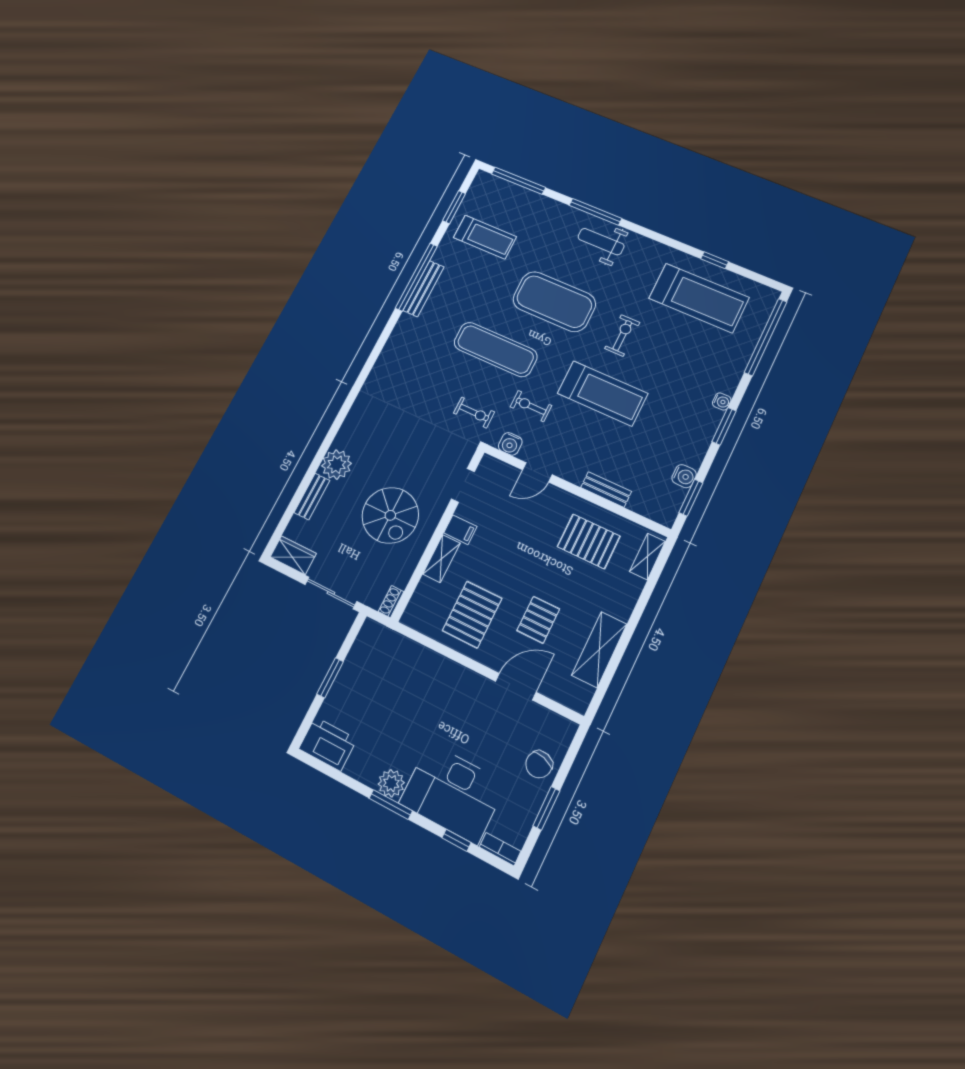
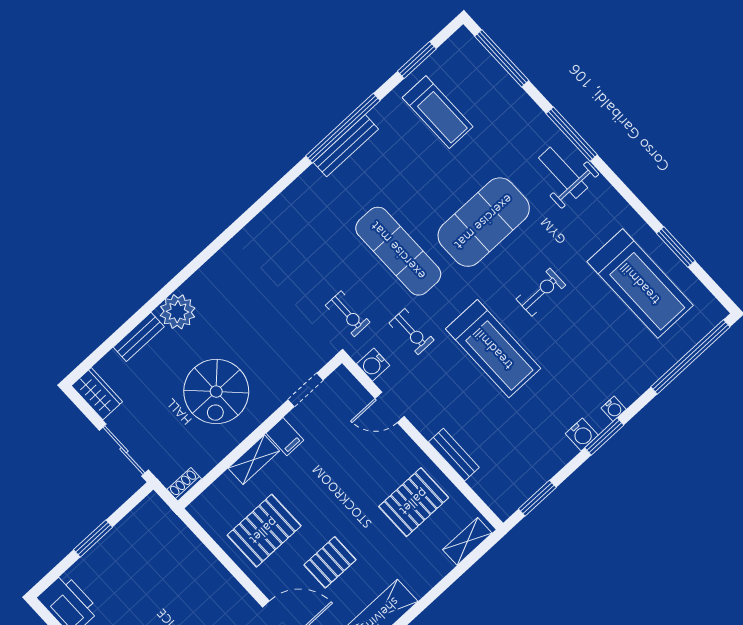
window: (715, 260) -> (676, 247), width x1.50
exercise mat: (554, 302) -> (484, 222), turned 90
exercise bike: (531, 406) -> (411, 332), turned 180
water cooler: (684, 476) -> (582, 434), moved
pallet: (589, 541) -> (414, 502), turned 90

